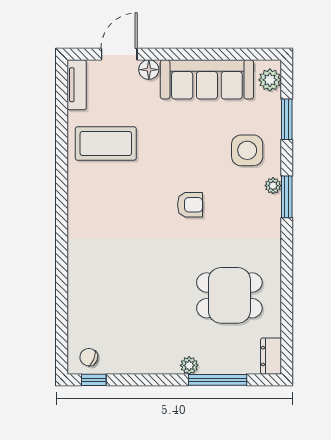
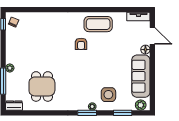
coffee table: (106, 143) -> (98, 24), moved, turned 90
armchair: (190, 205) -> (81, 44), moved

